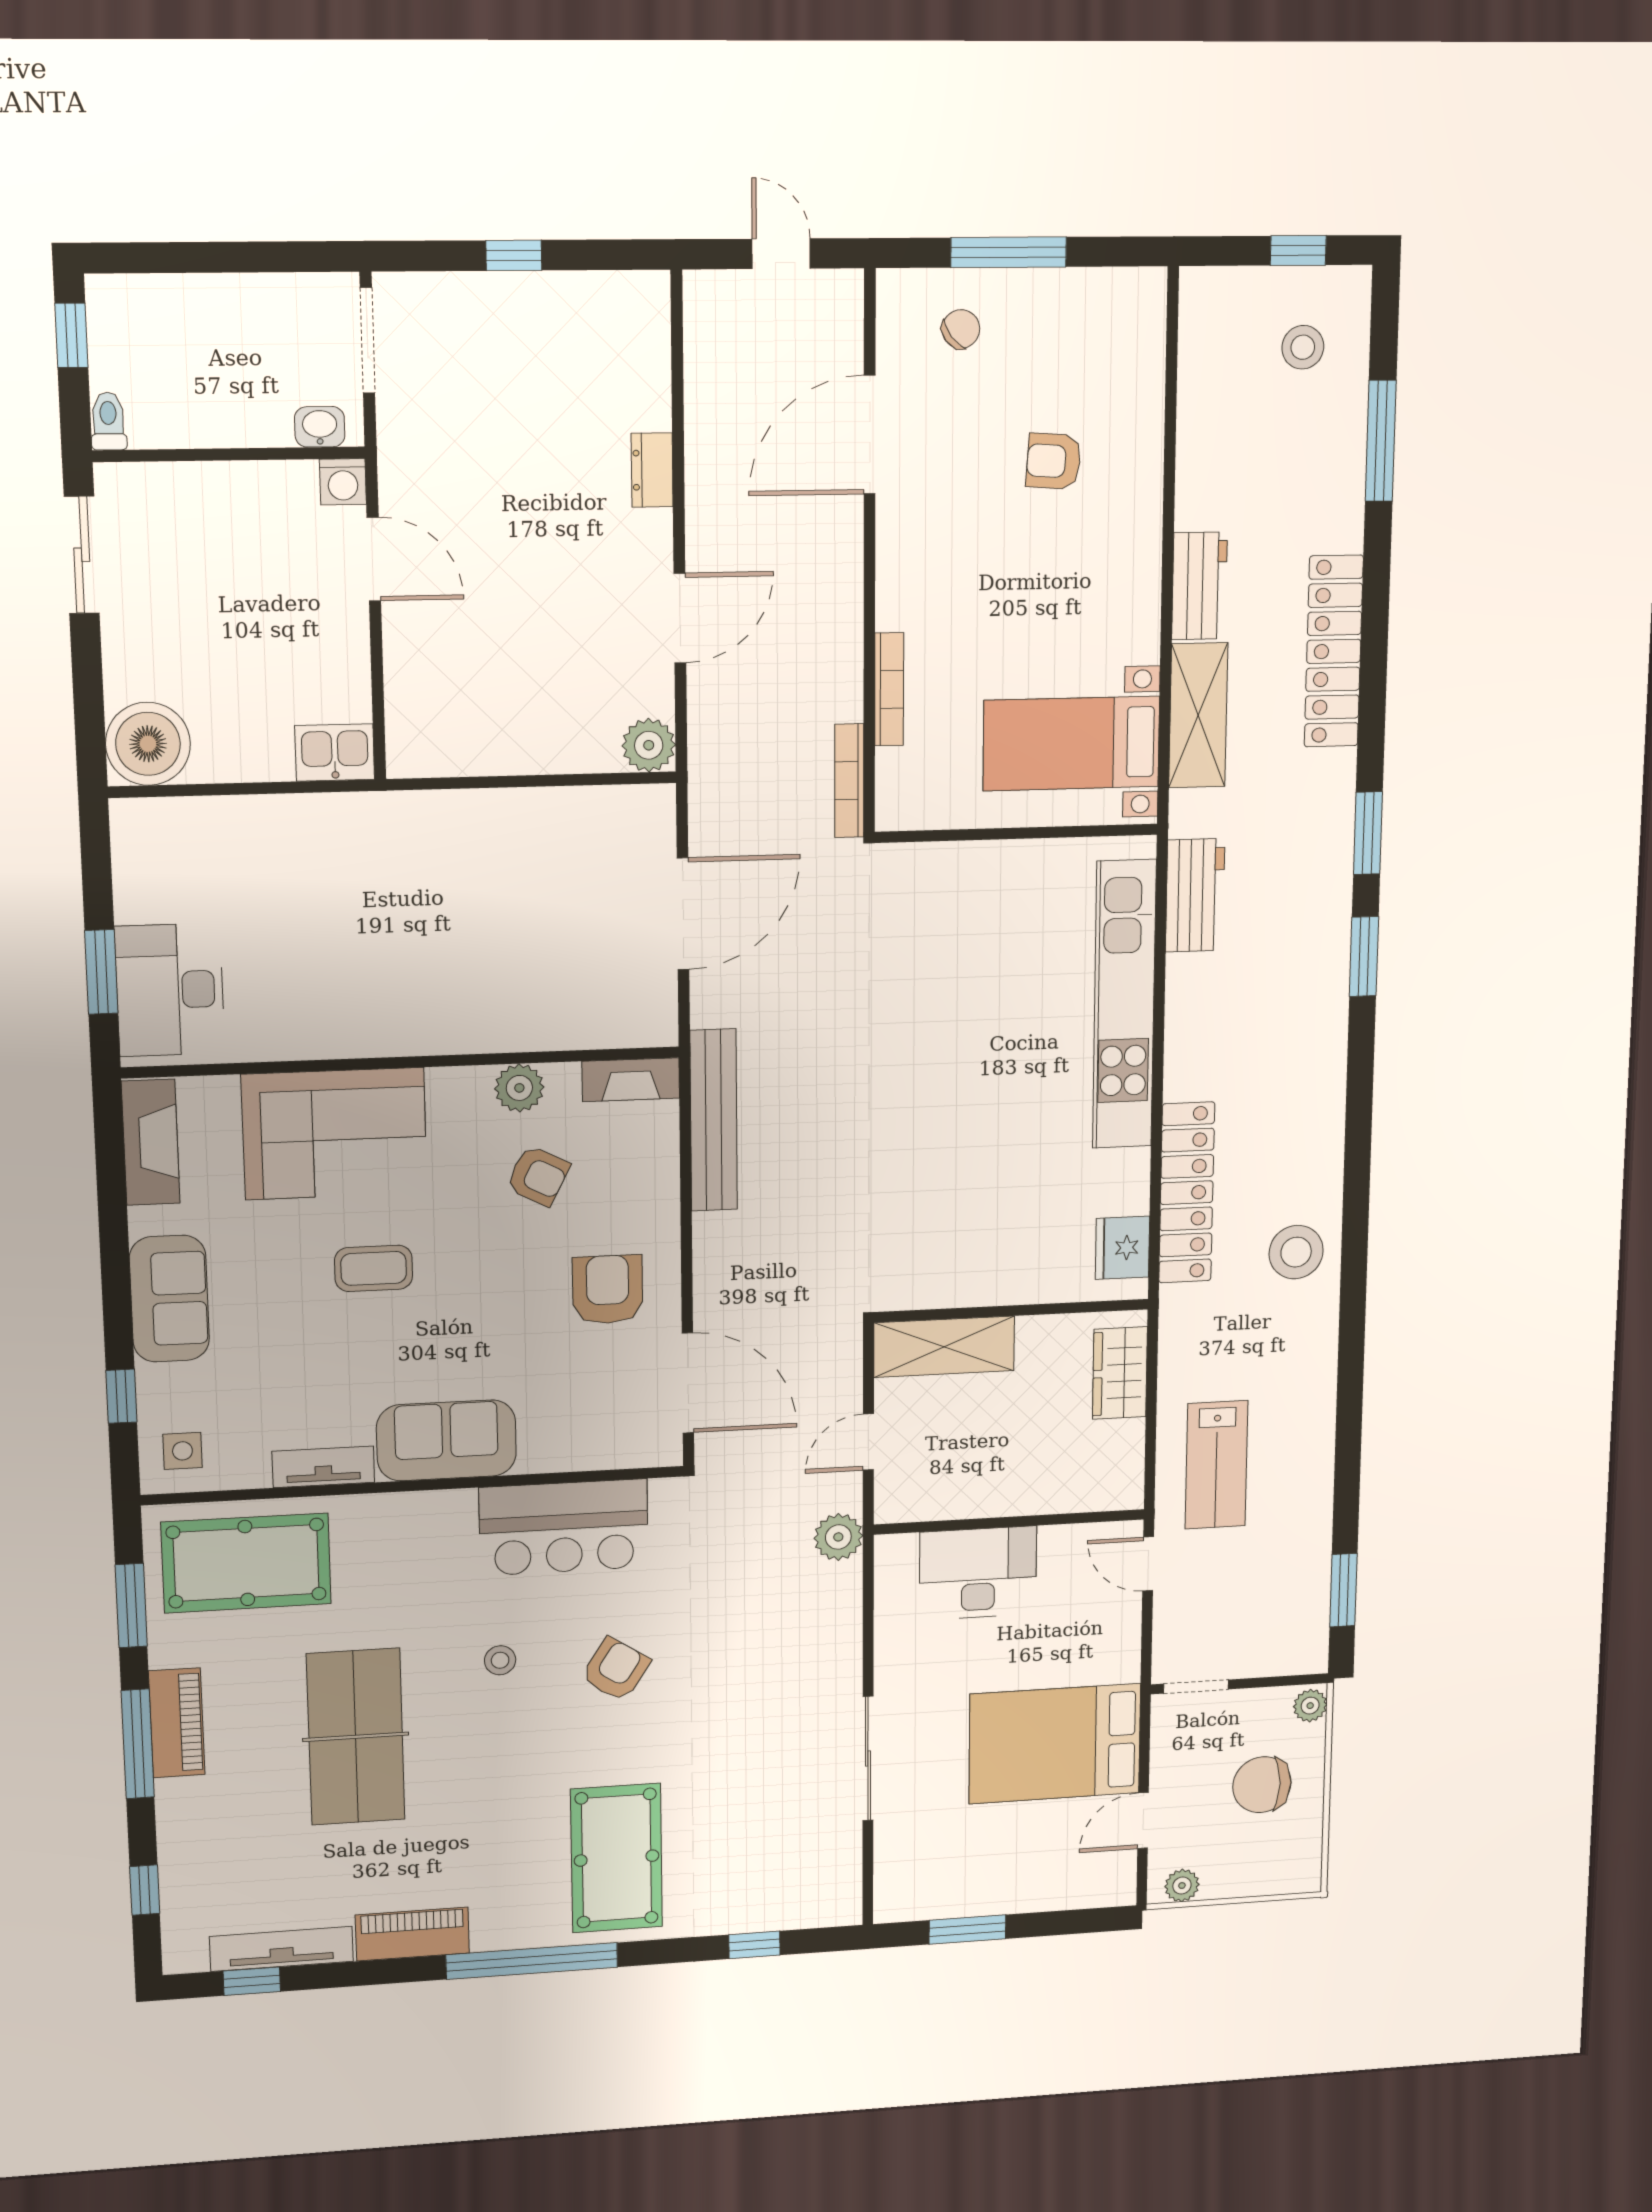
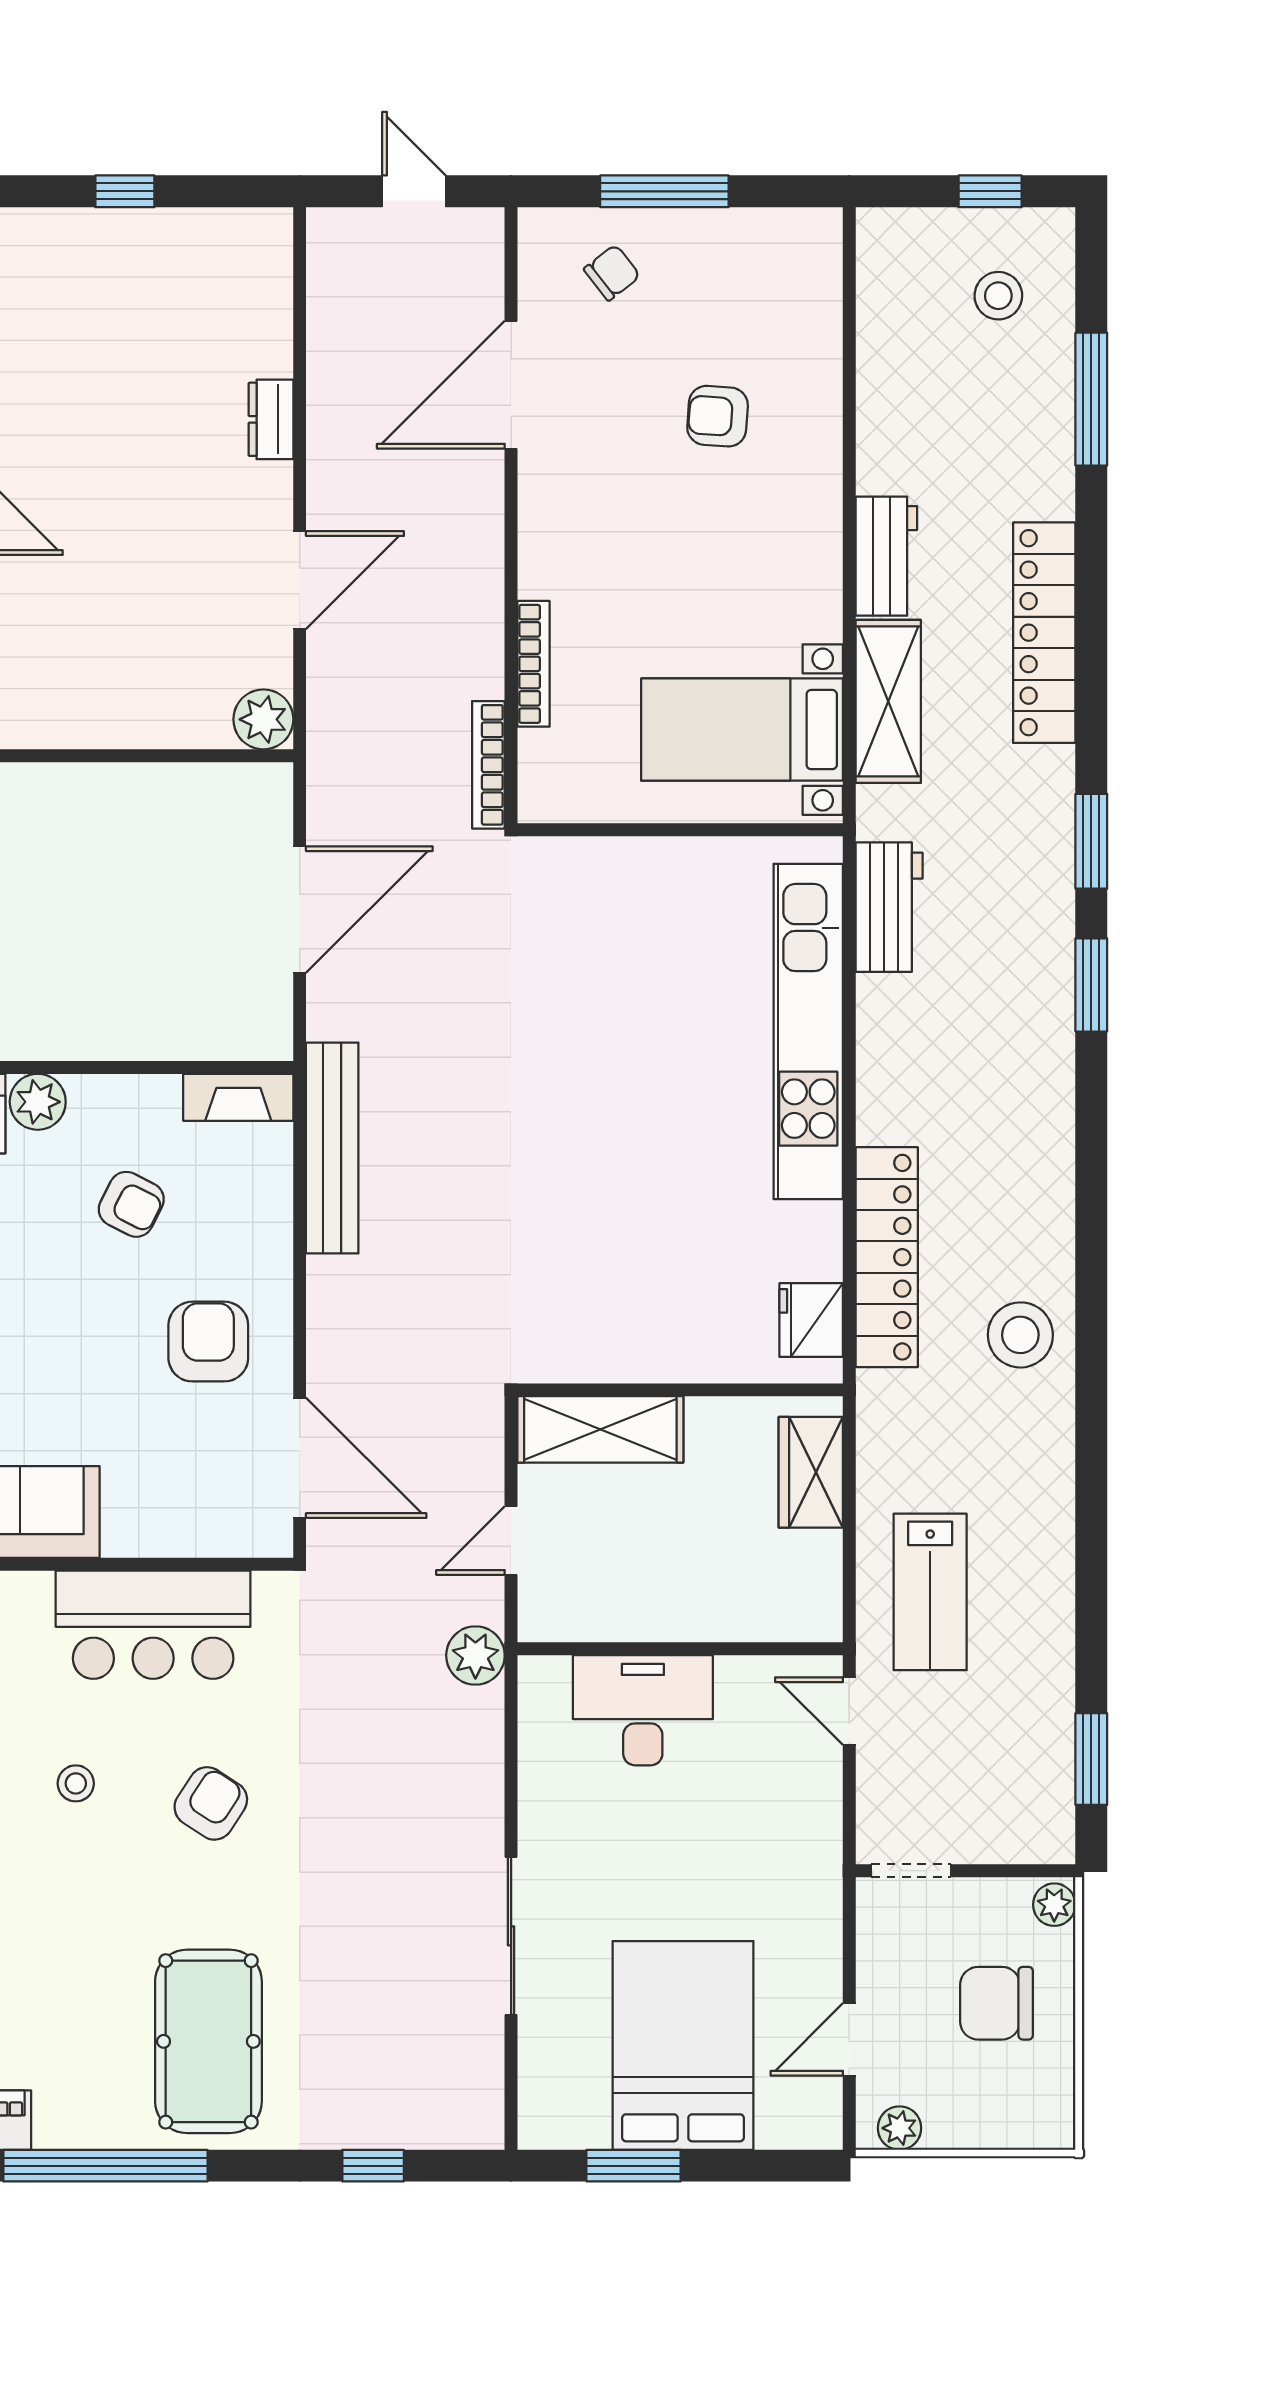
plant: (519, 1088) -> (38, 1102), moved
bed: (1055, 1744) -> (683, 2045), moved, turned 90

